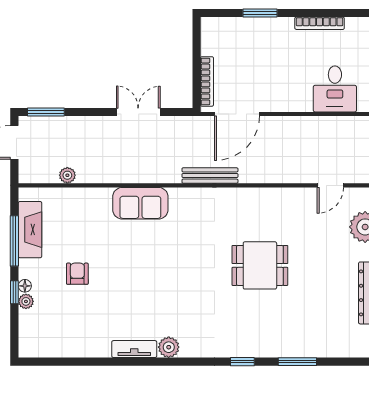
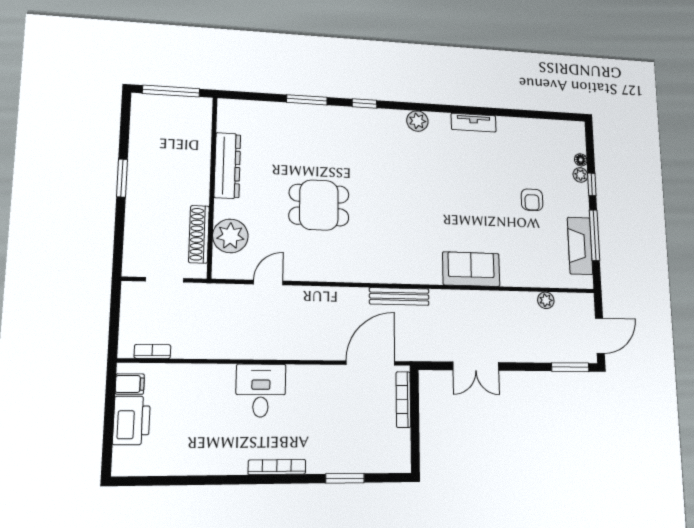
dining table: (260, 265) -> (319, 205), moved
floor lamp: (25, 286) -> (581, 160), moved
plant: (169, 347) -> (417, 121), moved

